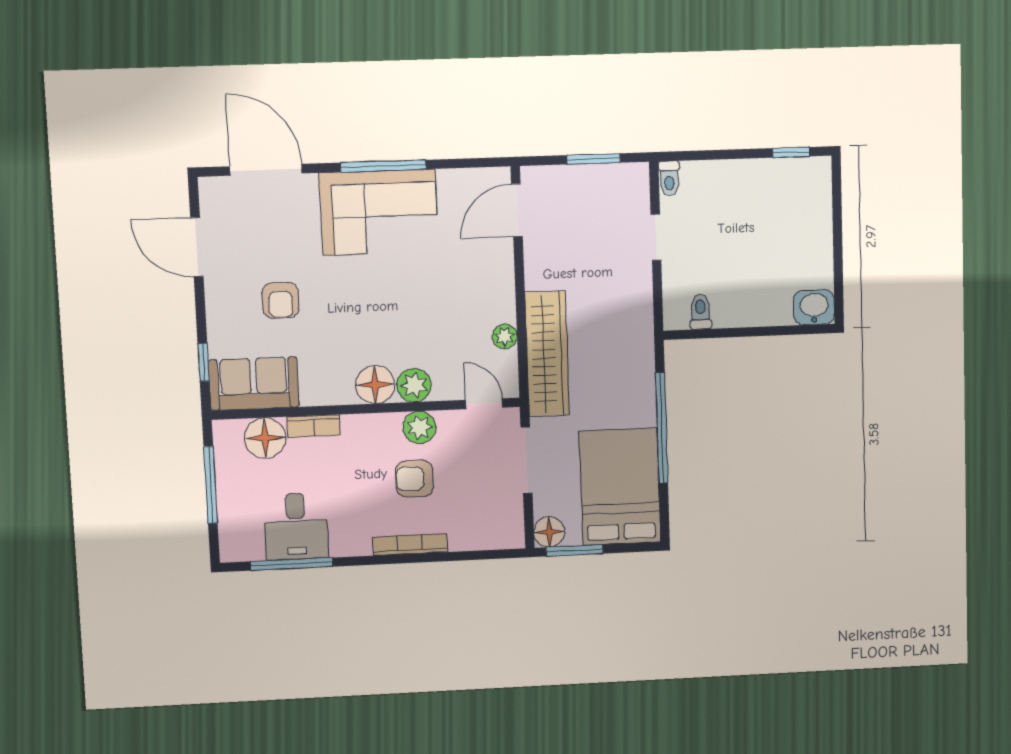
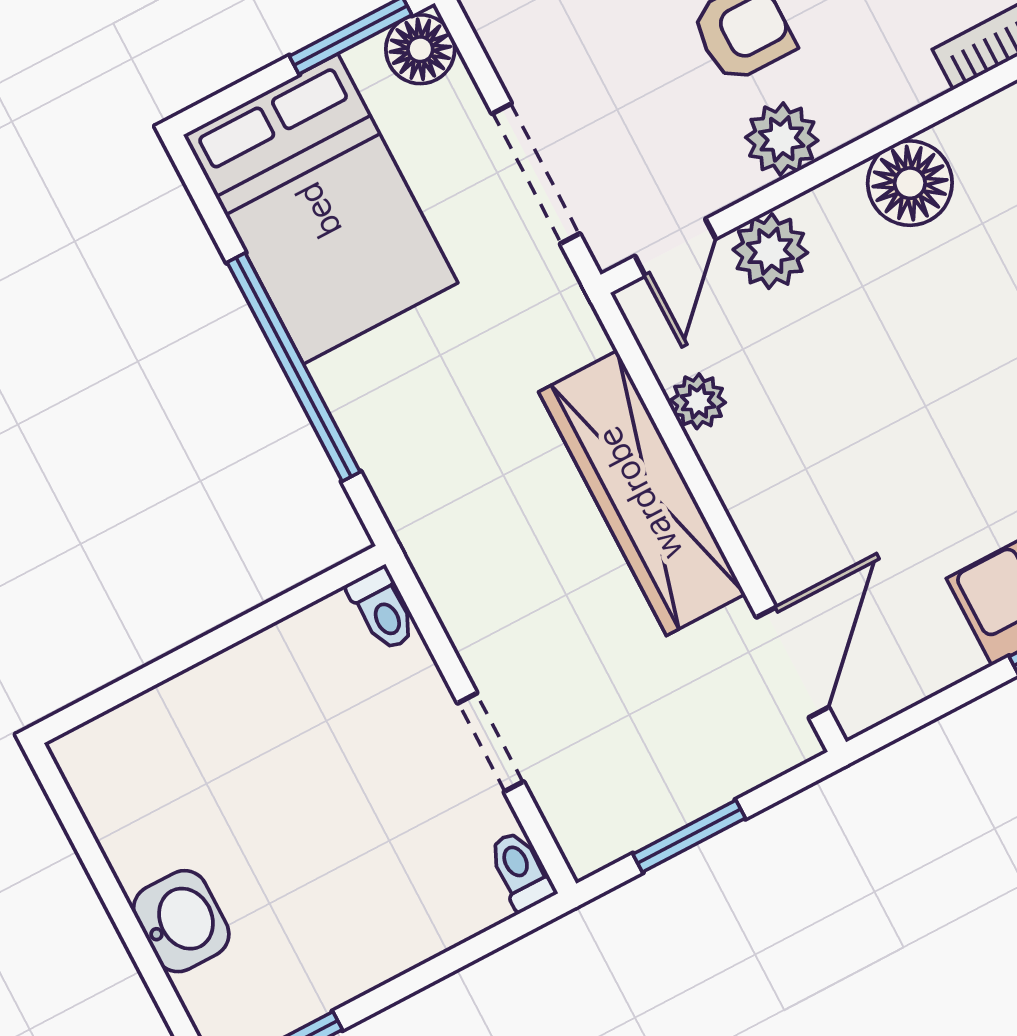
washbasin: (814, 307) -> (181, 921), moved, turned -90
toilet: (700, 312) -> (382, 609), moved
wardrobe: (547, 354) -> (642, 493), moved
plant: (414, 385) -> (770, 251), moved
door: (484, 404) -> (675, 247), hinge flipped

